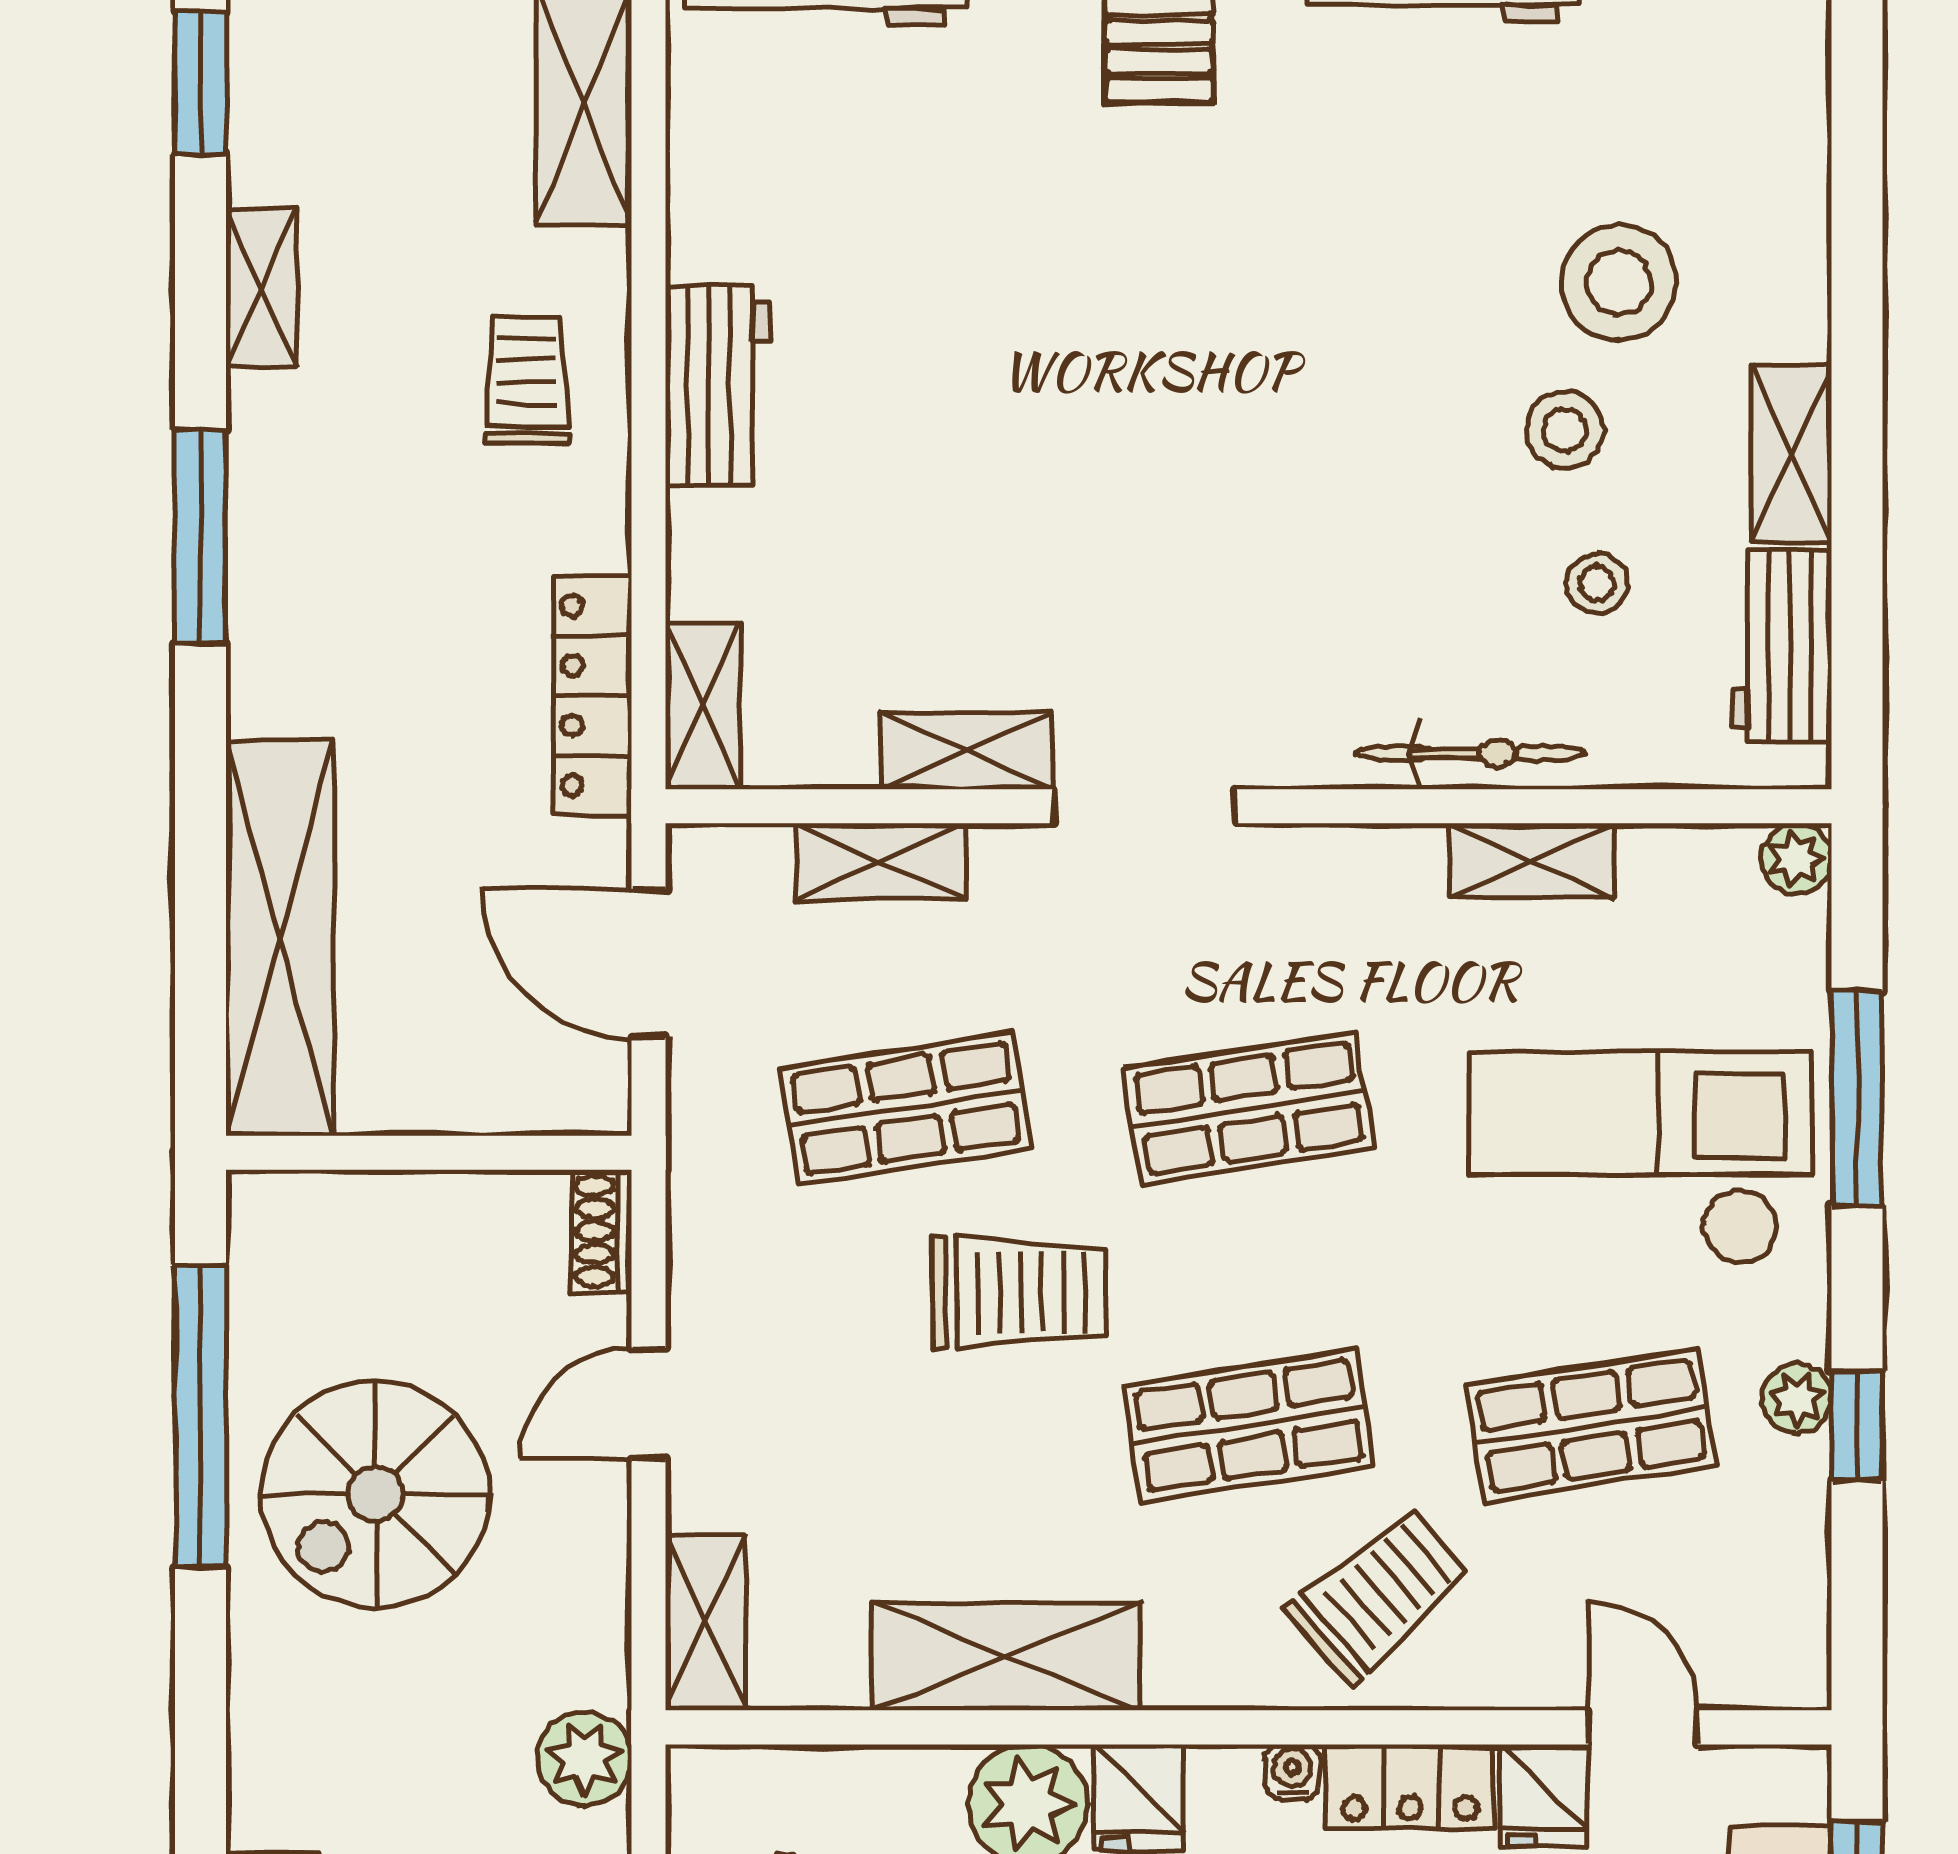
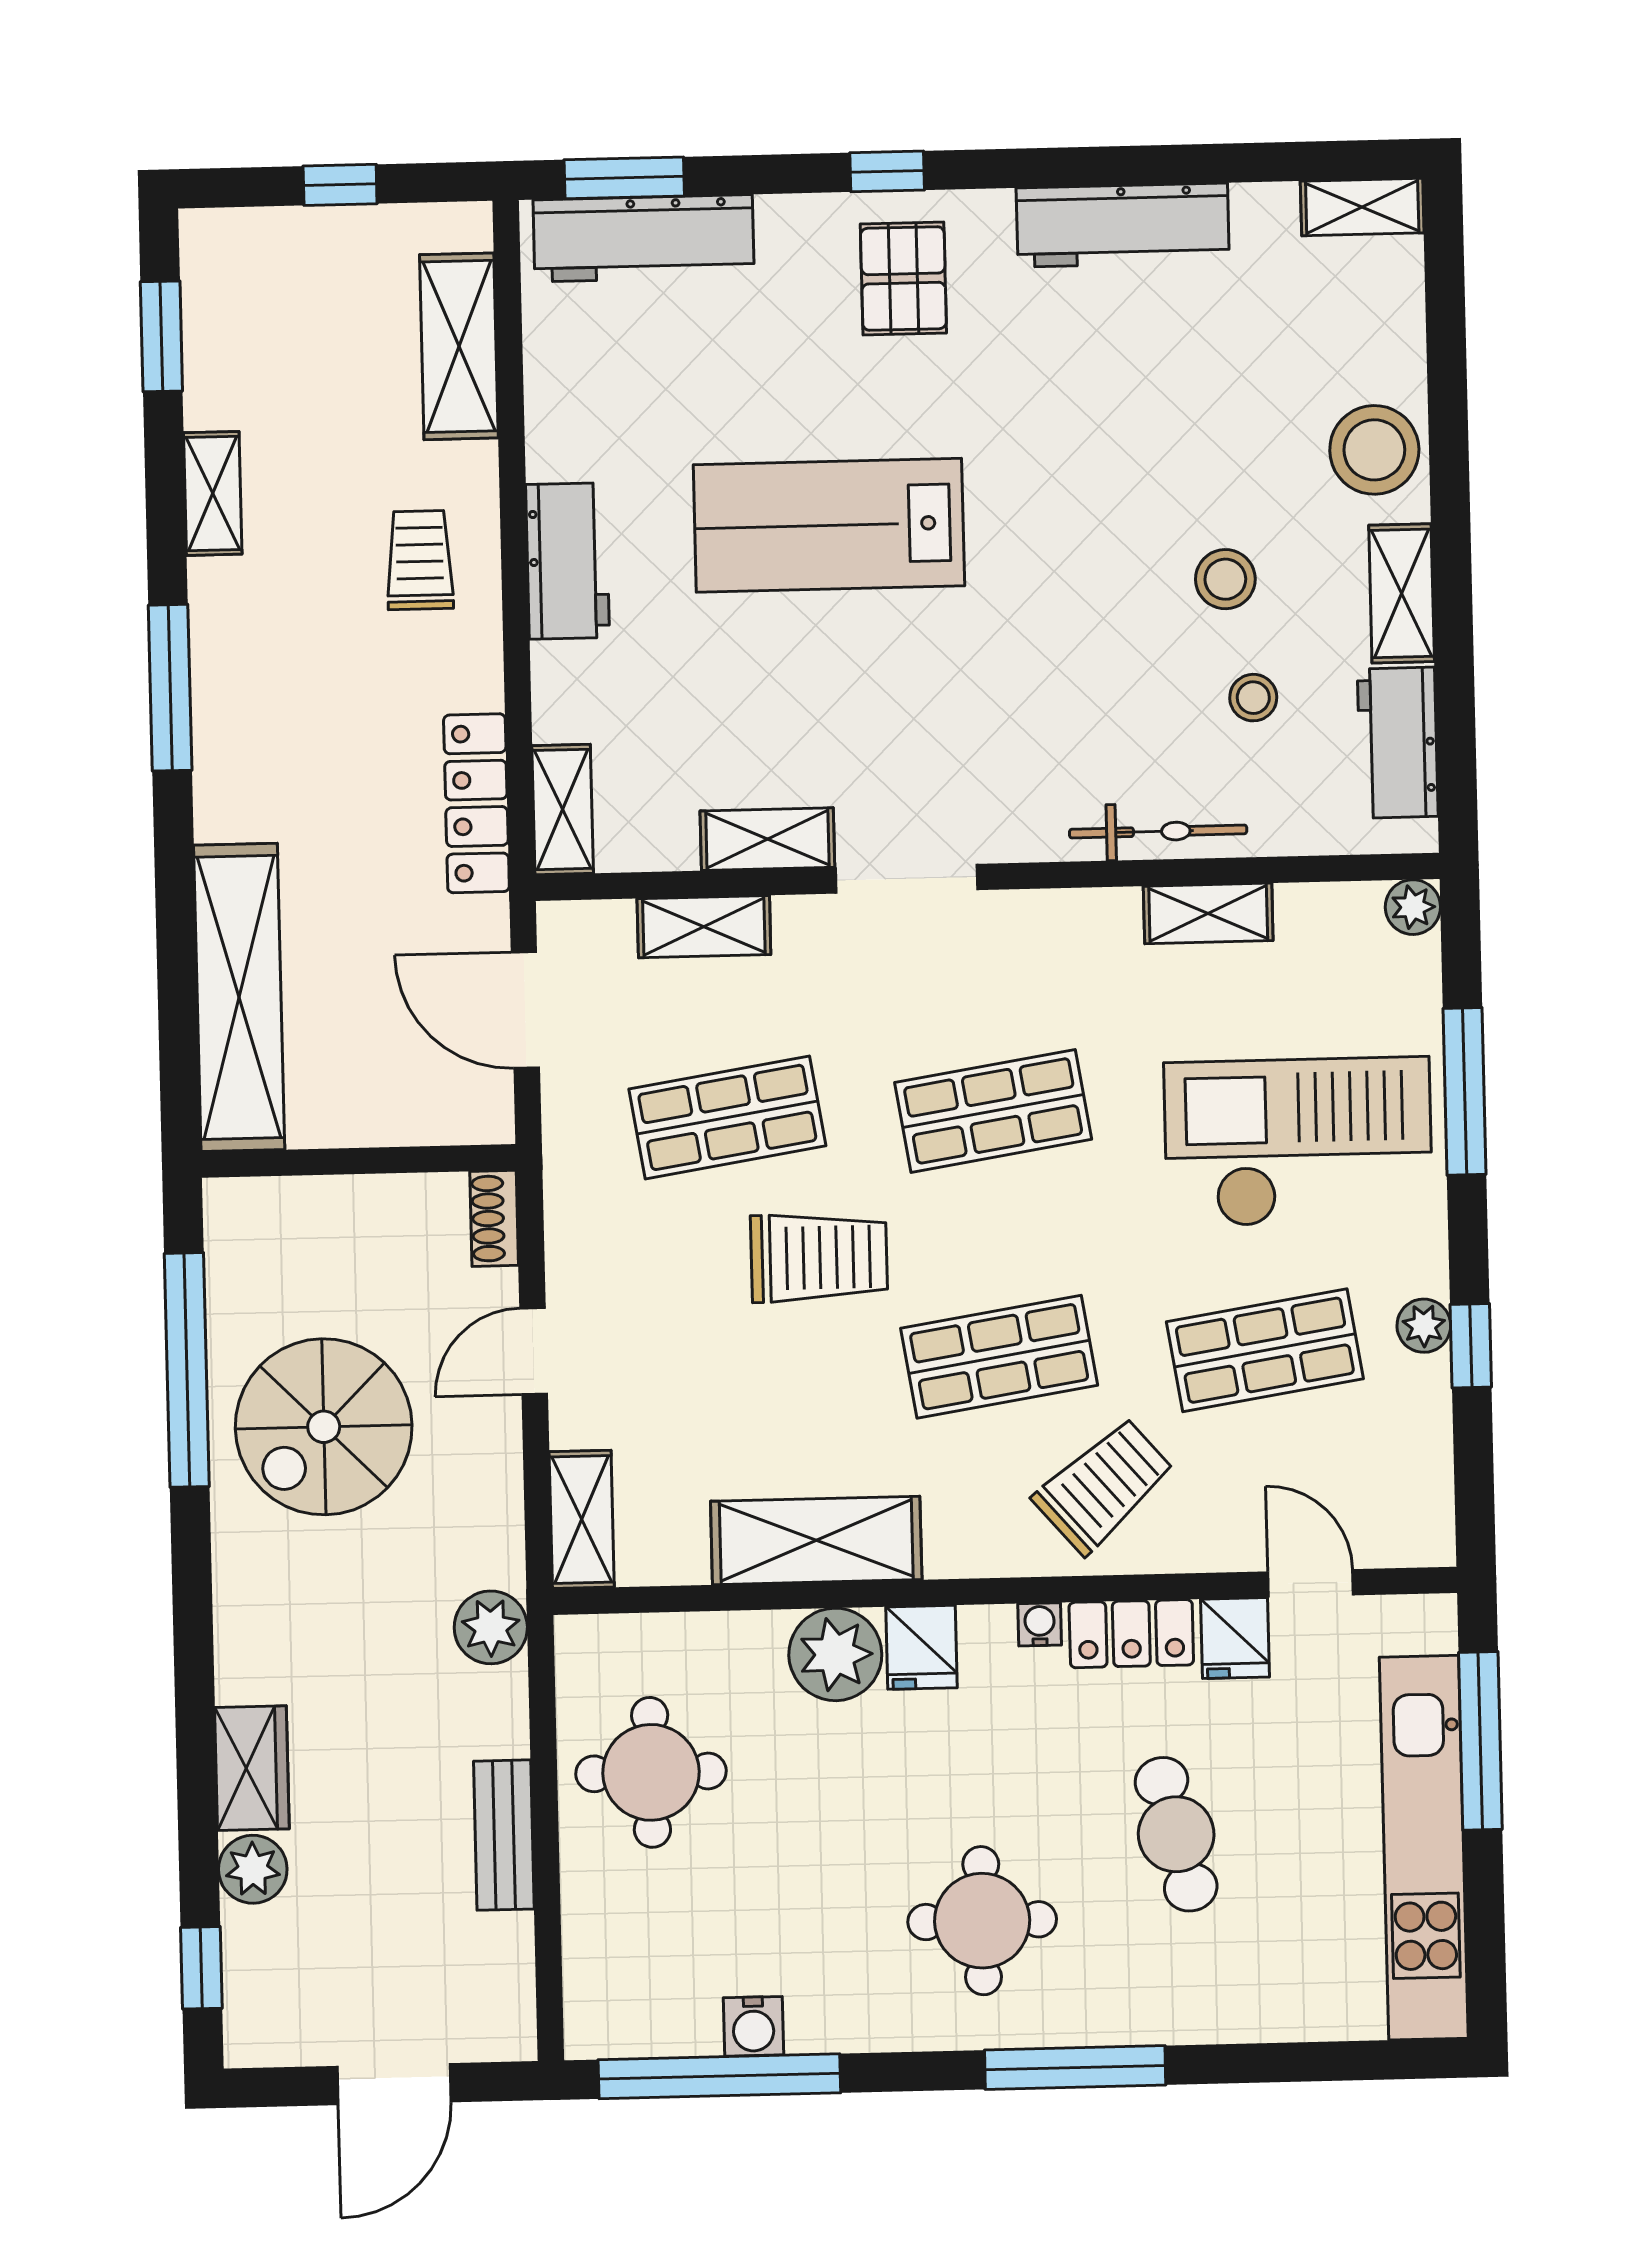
stool: (1619, 282) -> (1374, 450), moved
lab bench: (1055, 348) -> (829, 525), added

